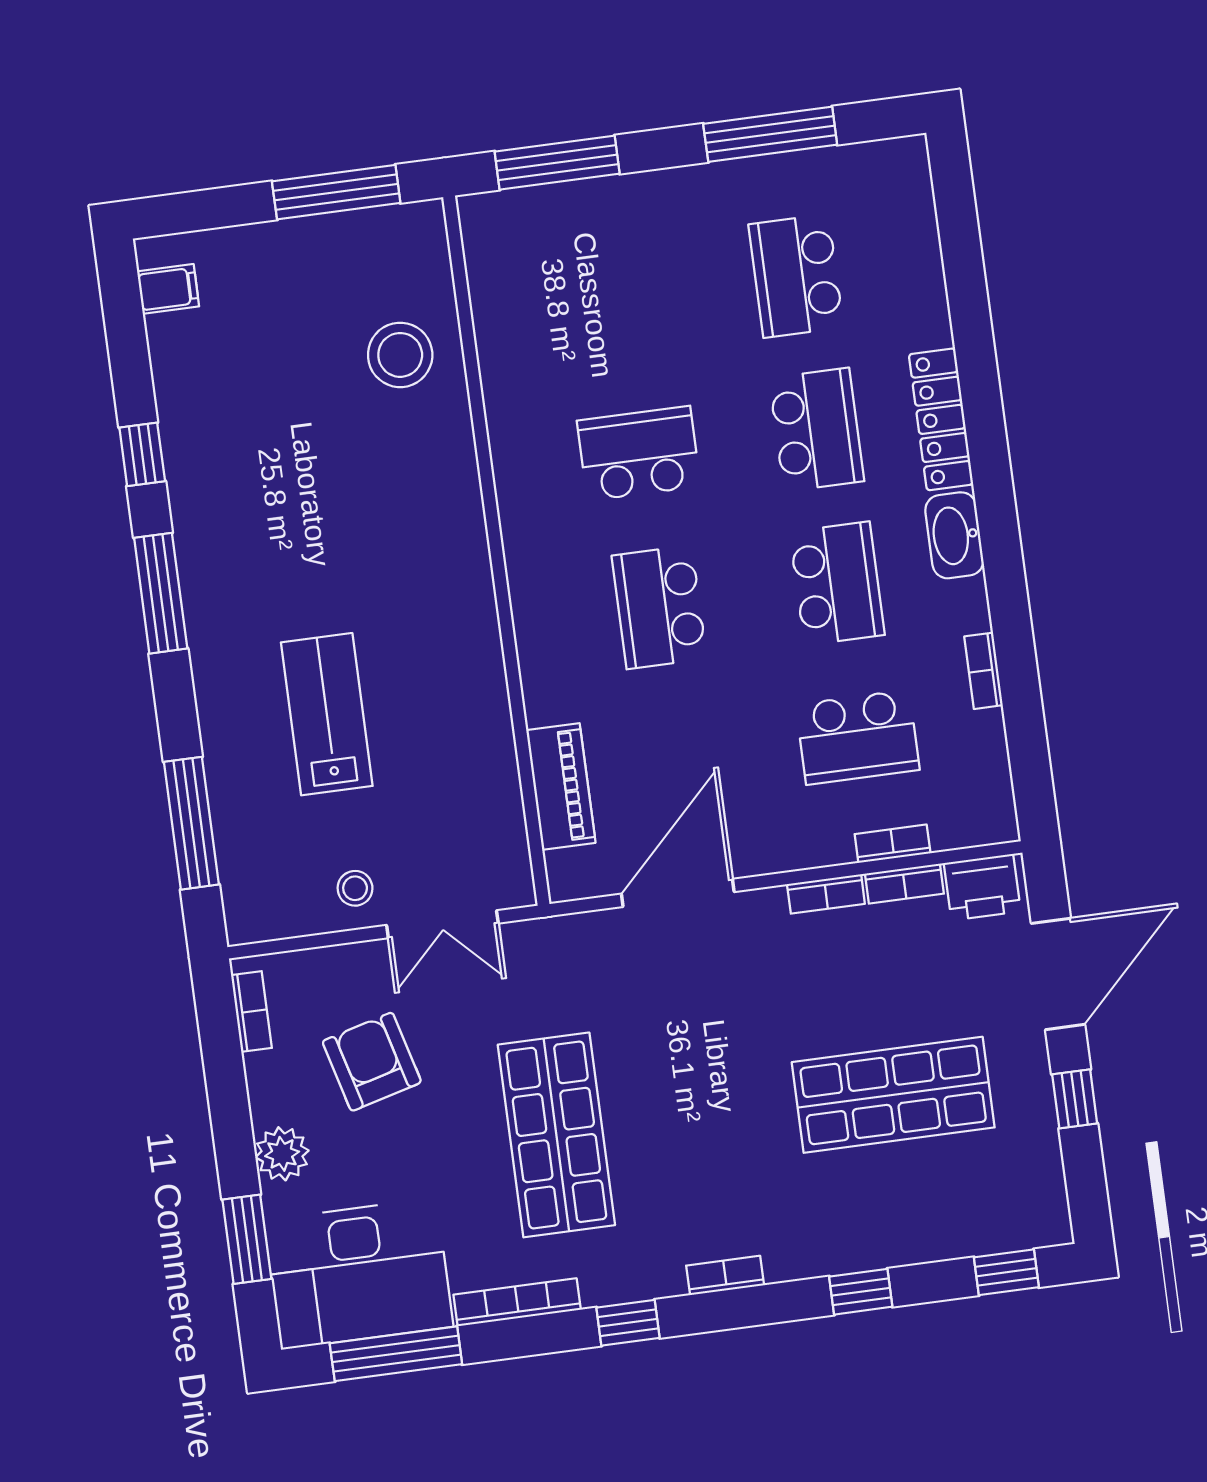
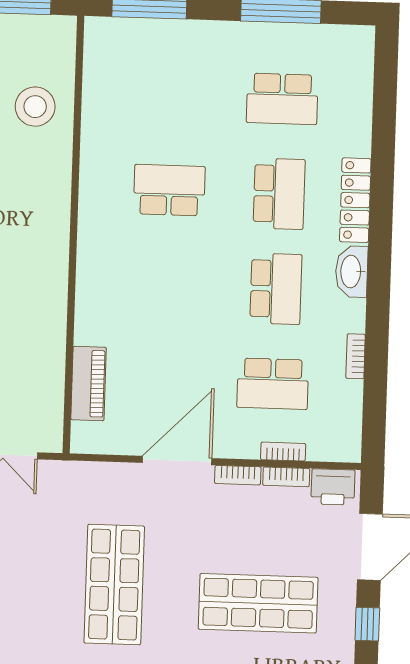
school desk: (796, 276) -> (282, 99), turned -90
school desk: (659, 607) -> (166, 285), removed
door: (678, 893) -> (177, 460), moved
shop shelf: (556, 1135) -> (114, 585), moved

